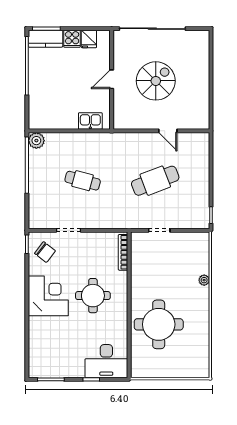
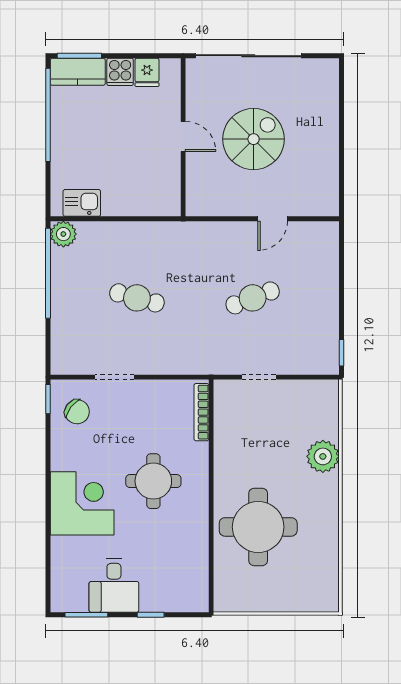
door: (112, 79) -> (183, 136), swing flipped
kitchen sink: (90, 121) -> (82, 203), moved
door: (168, 131) -> (273, 219), hinge flipped
cafe table: (155, 181) -> (253, 298), width x0.73, depth x0.74
plant: (204, 280) -> (323, 456), width x1.88, depth x1.88
corner desk: (48, 296) -> (82, 503), moved
desk: (106, 361) -> (114, 586), moved, width x0.73

